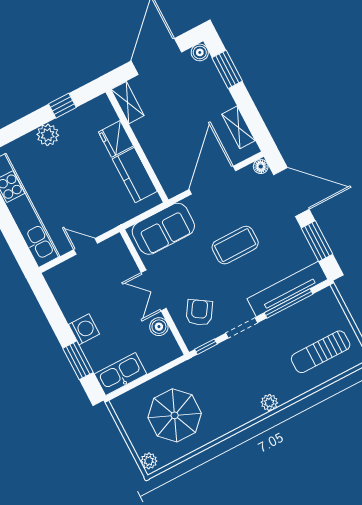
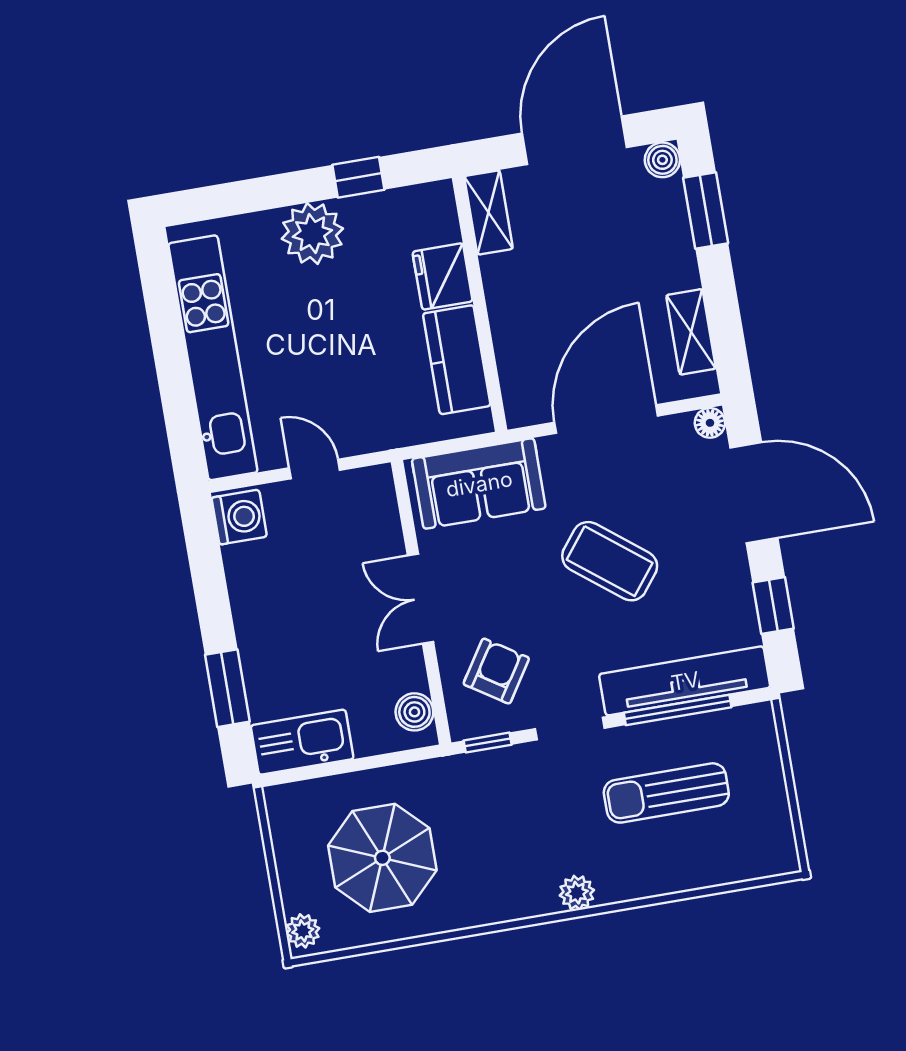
plant: (48, 135) -> (312, 234), width x1.36, depth x1.36
window: (317, 241) -> (773, 605), width x0.67
coffee table: (235, 245) -> (610, 561), turned 38
boiler: (159, 327) -> (414, 712), moved
washing machine: (84, 329) -> (239, 517), moved
sun lounger: (321, 352) -> (666, 793), moved

